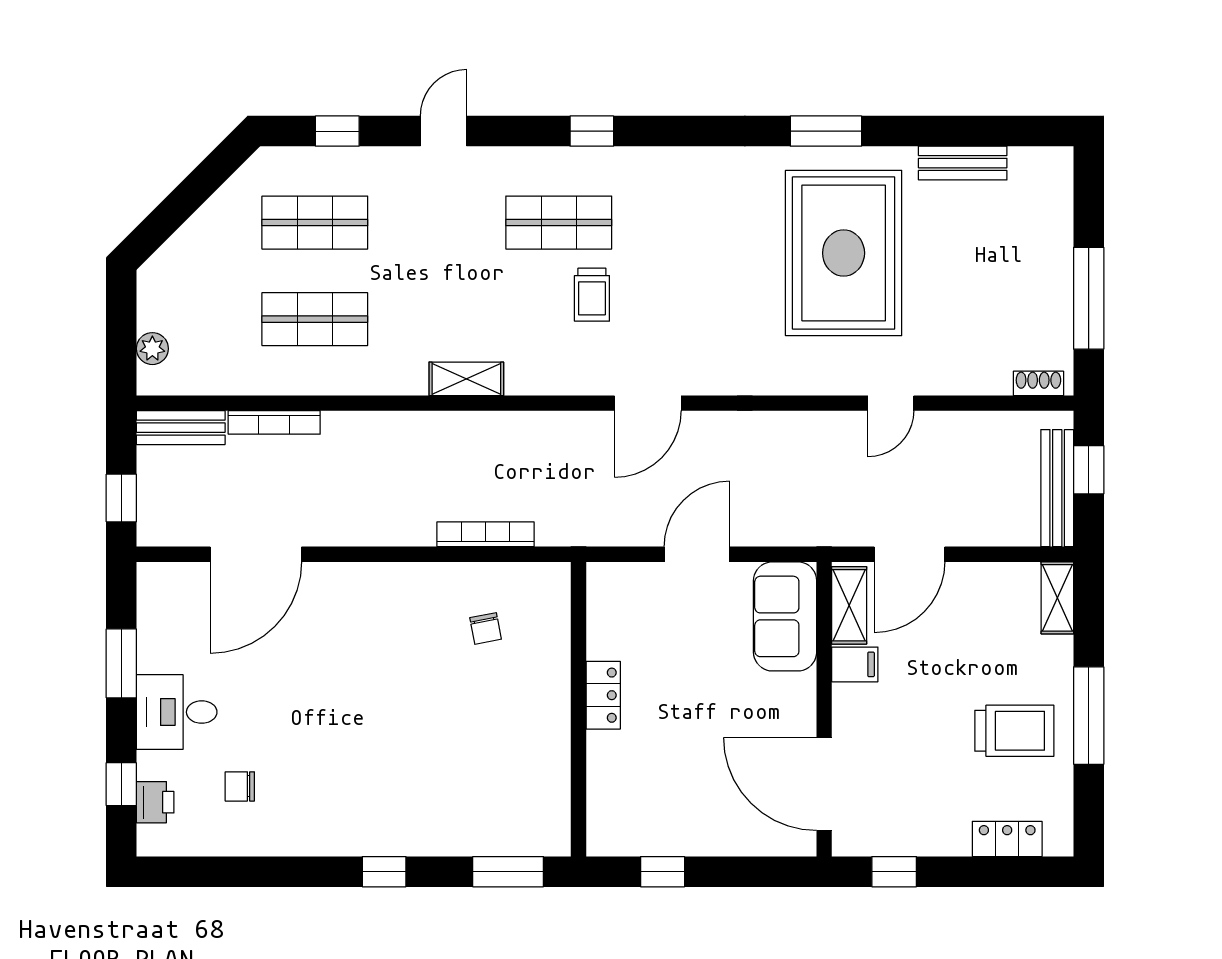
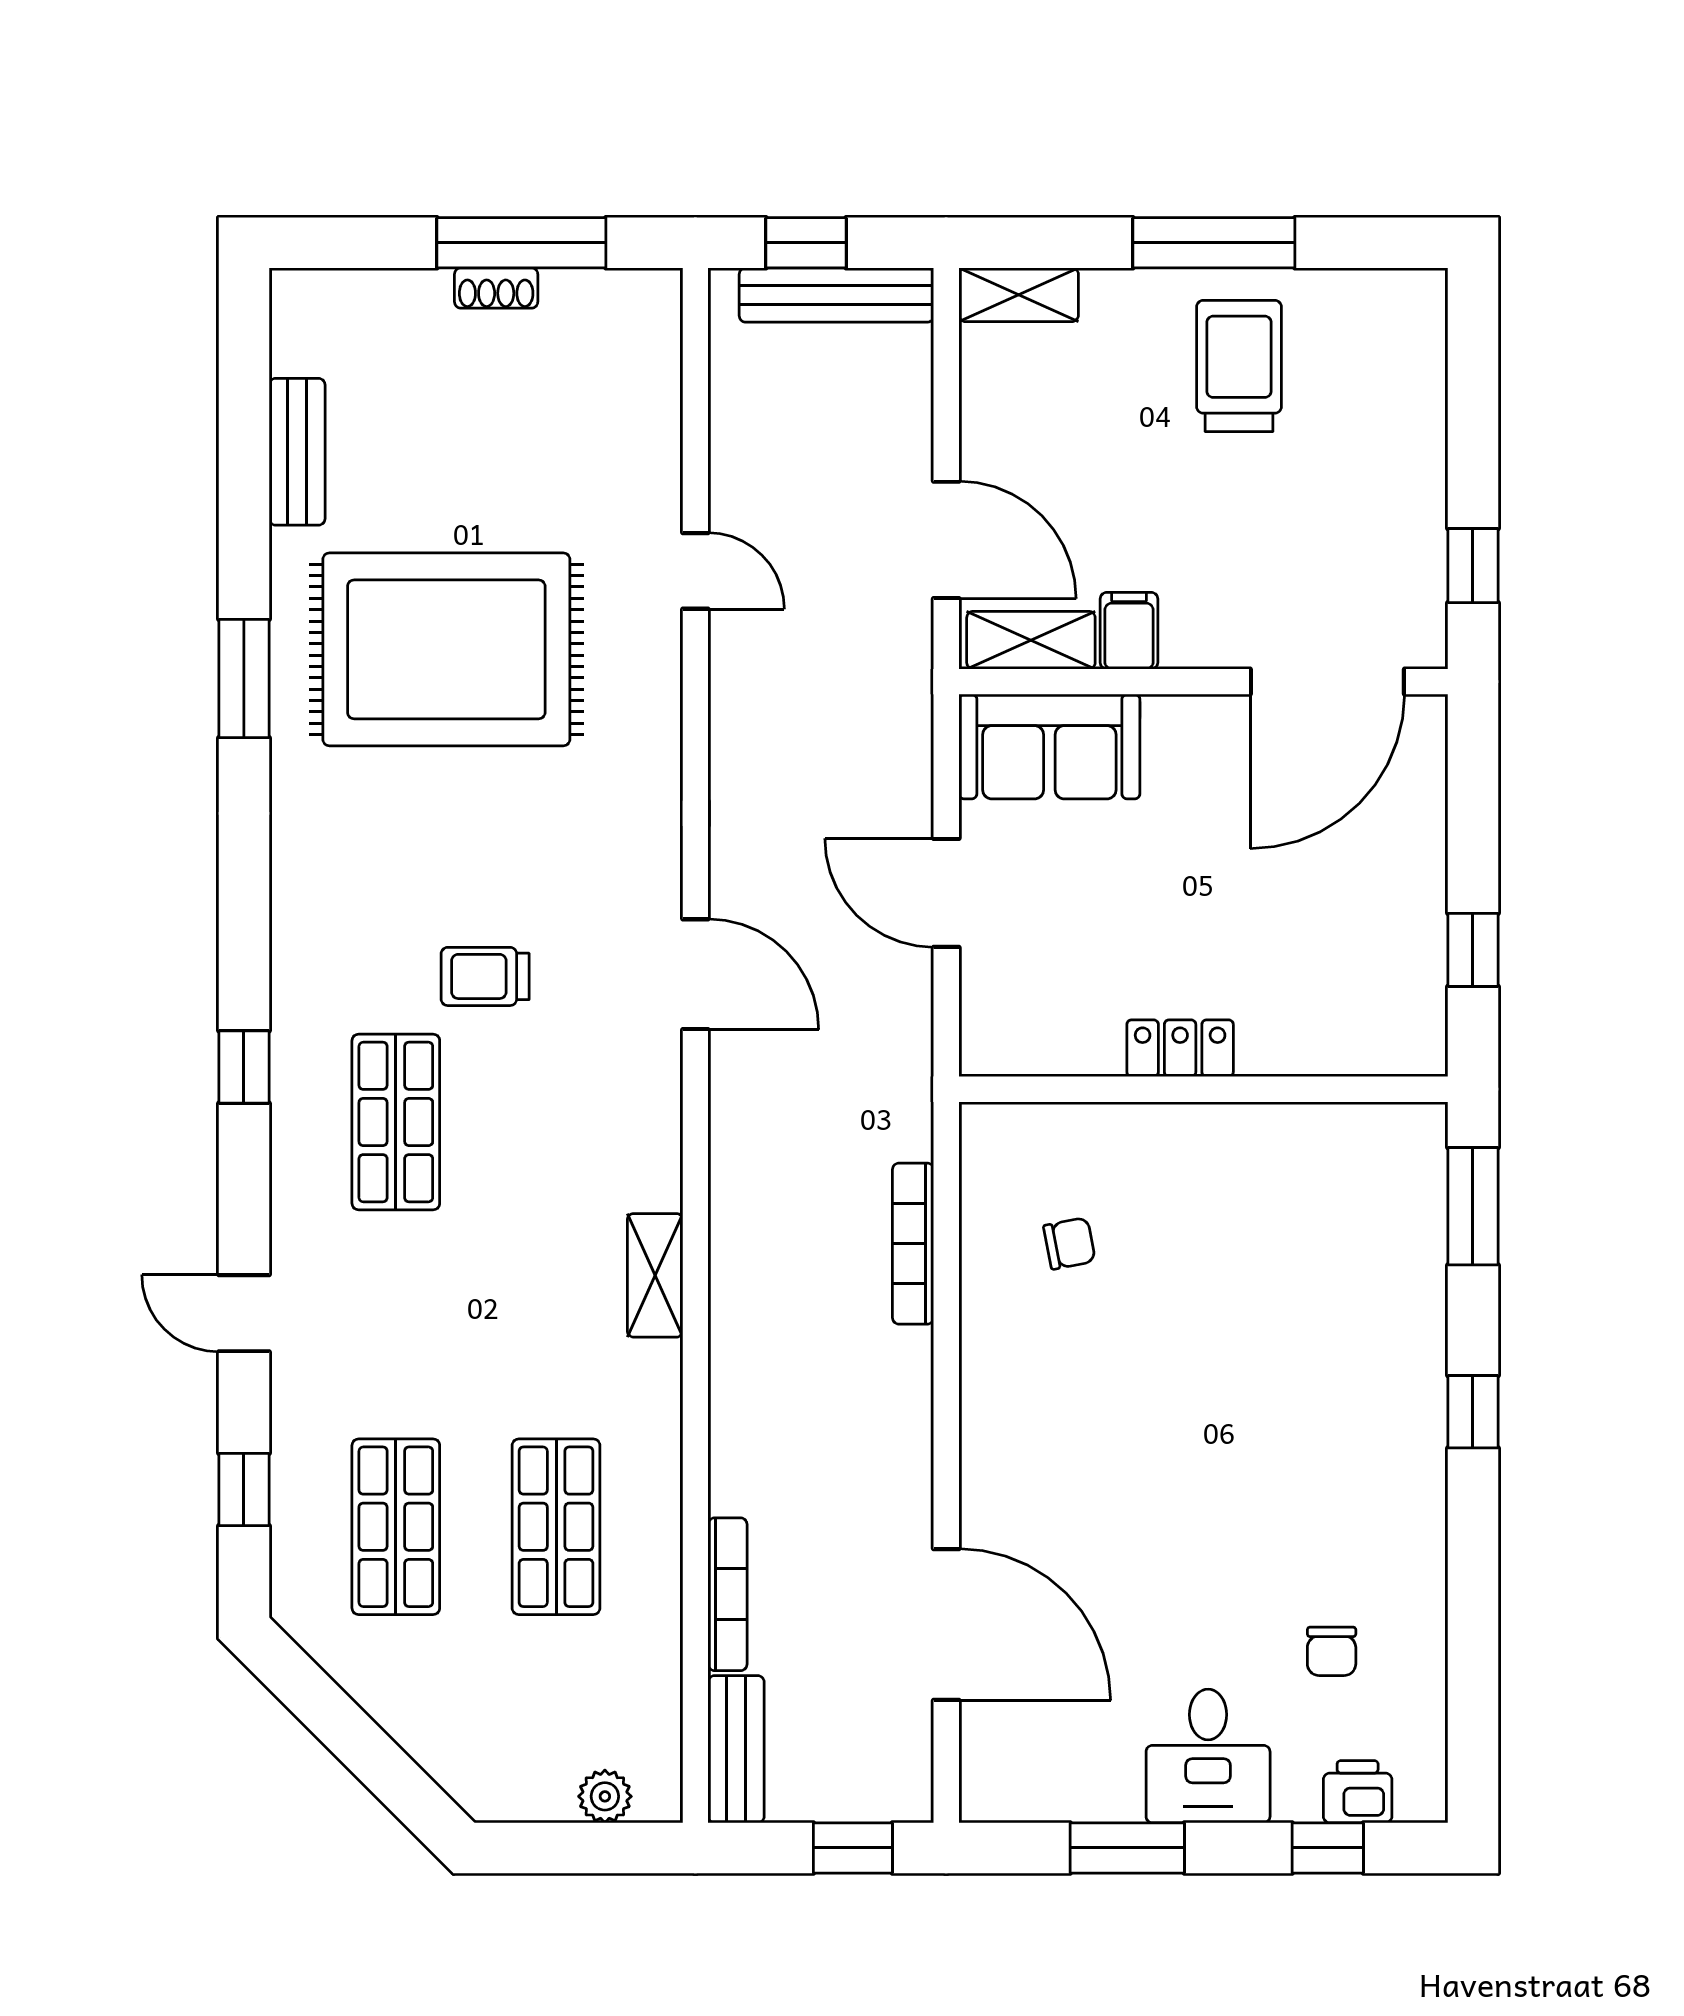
trolley: (592, 295) -> (485, 976), moved, turned 180
shoe rack: (1038, 383) -> (496, 288), moved, turned -90
locker: (1007, 839) -> (1419, 378), removed

